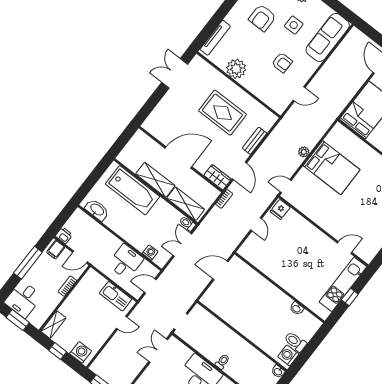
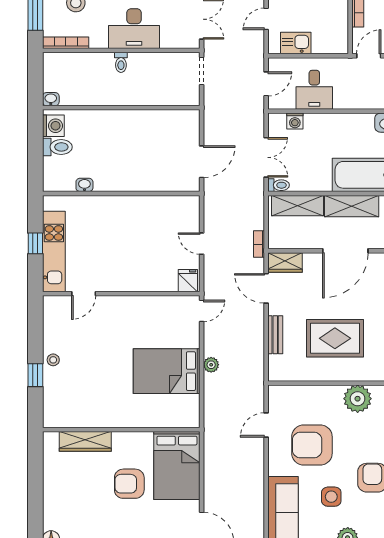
armchair: (282, 63) -> (312, 445), width x1.88, depth x1.88
kitchen sink: (116, 296) -> (296, 43), width x0.73

